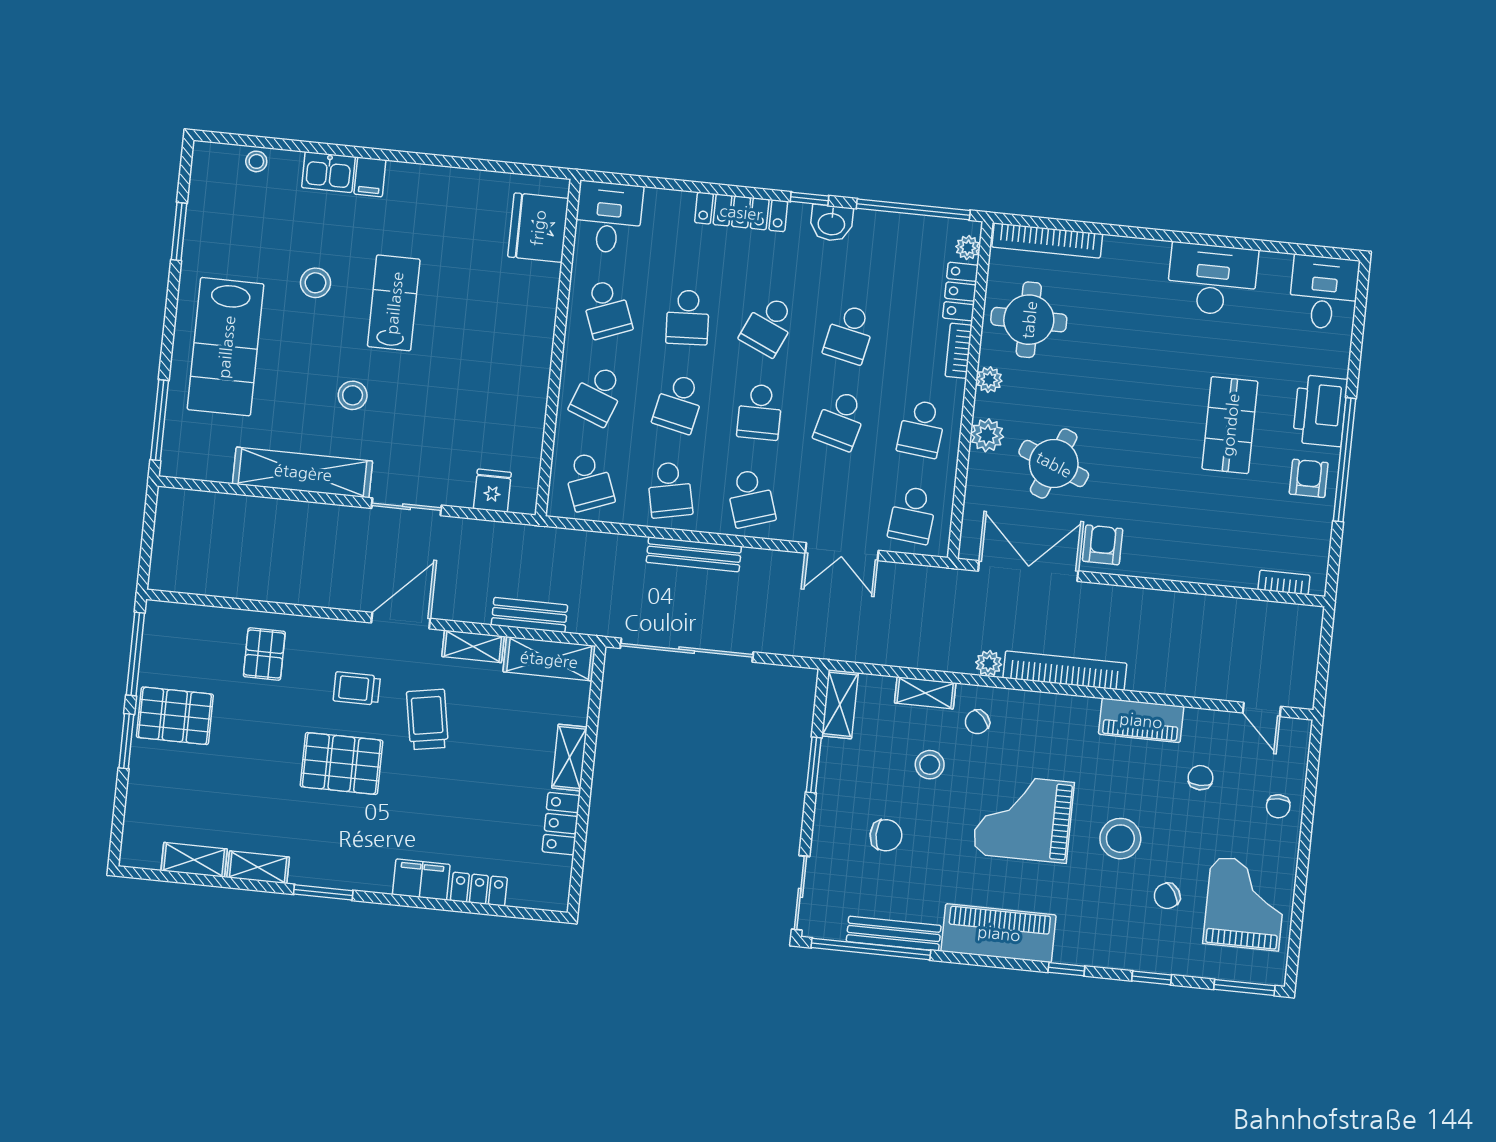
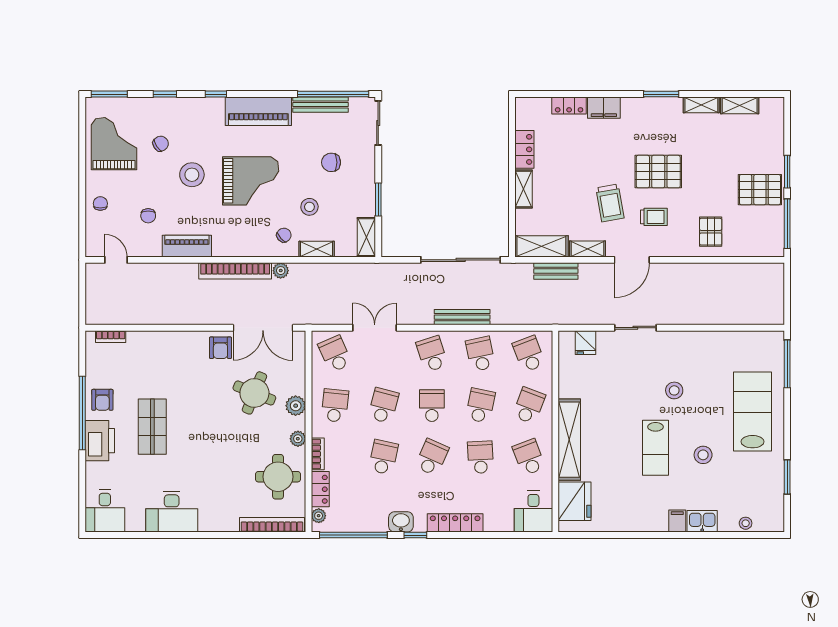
shelving: (303, 472) -> (569, 440), moved, turned 90
school desk: (913, 515) -> (335, 354), turned -30
grand piano: (1245, 904) -> (114, 144), turned 180

